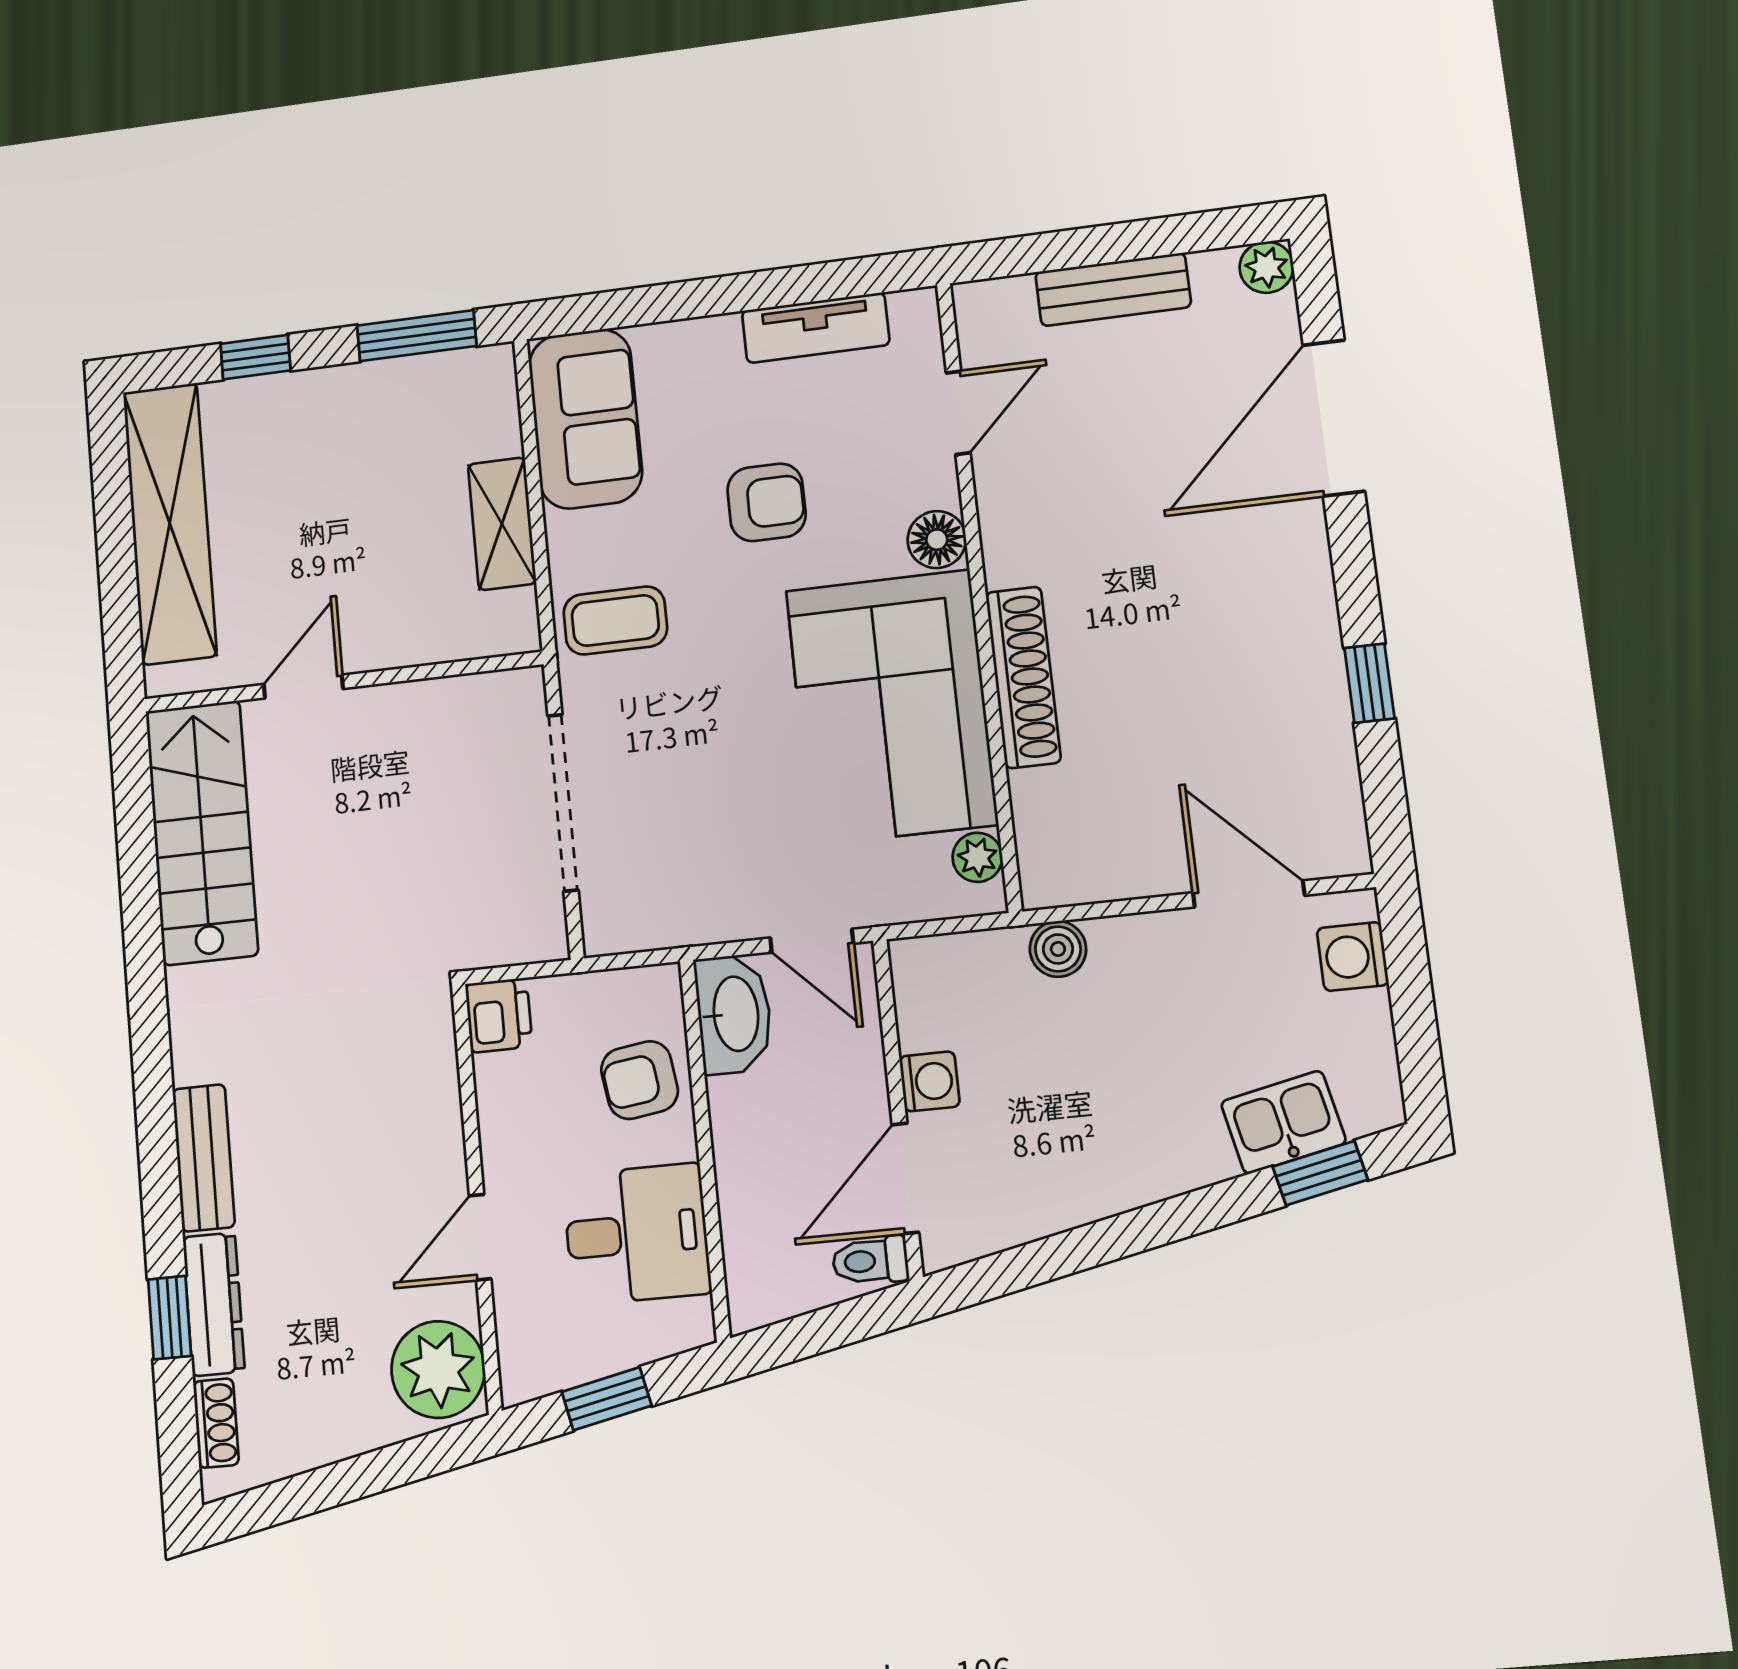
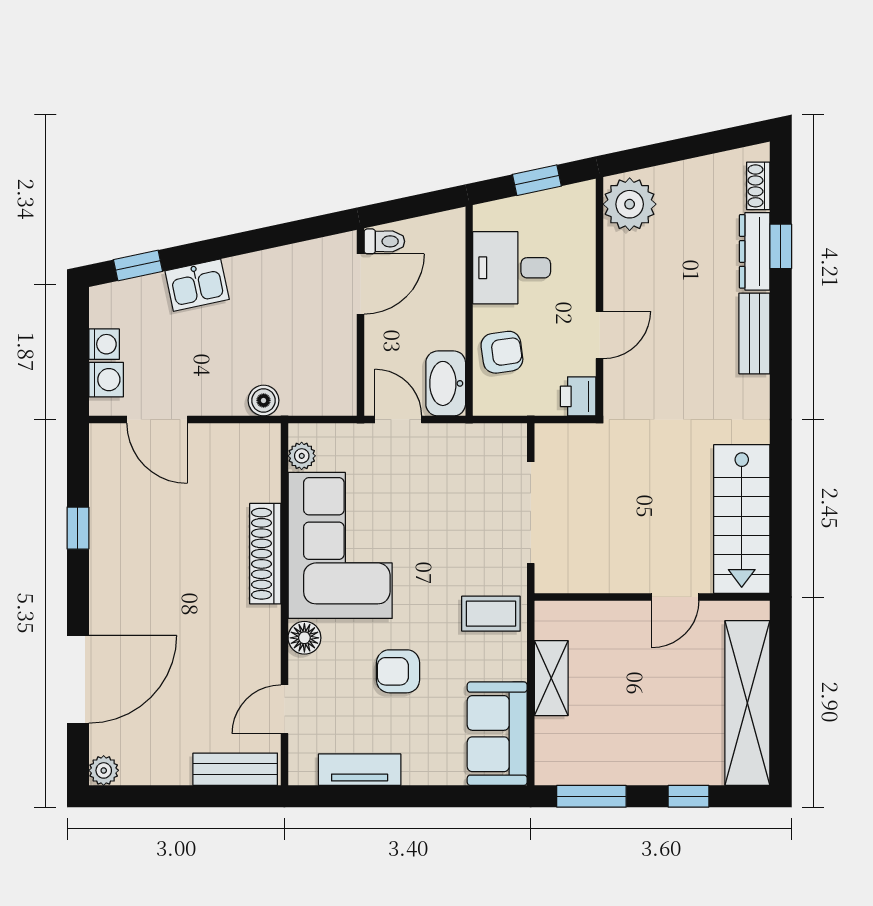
bench: (1113, 289) -> (235, 769), moved
washing machine: (930, 1081) -> (104, 344), moved, turned 180
kitchen sink: (1283, 1122) -> (197, 285), moved
door: (480, 1237) -> (600, 335), moved

